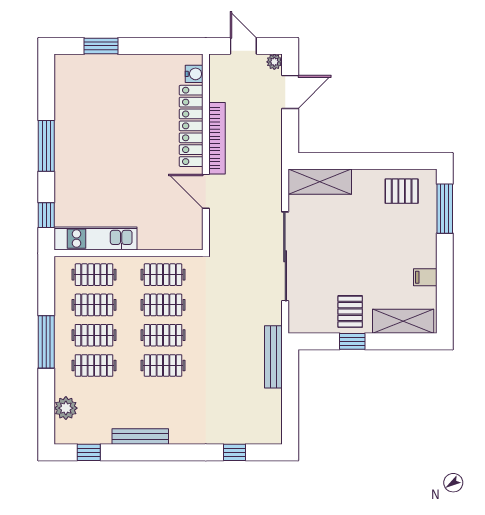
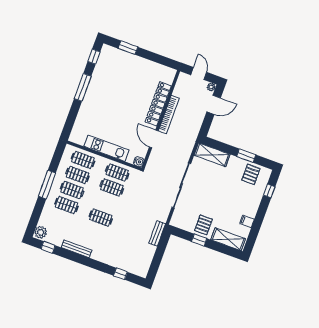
water cooler: (194, 74) -> (139, 162), moved
window: (381, 161) -> (246, 156), added
pallet: (402, 191) -> (251, 174), turned 90
window: (445, 209) -> (269, 191), width x0.46
window: (46, 215) -> (94, 57), moved
kitchen unit: (96, 239) -> (106, 148), moved
clothes rail: (163, 335) -> (106, 203), removed
bench: (273, 357) -> (157, 233), width x0.73
plant: (66, 408) -> (41, 232), moved

